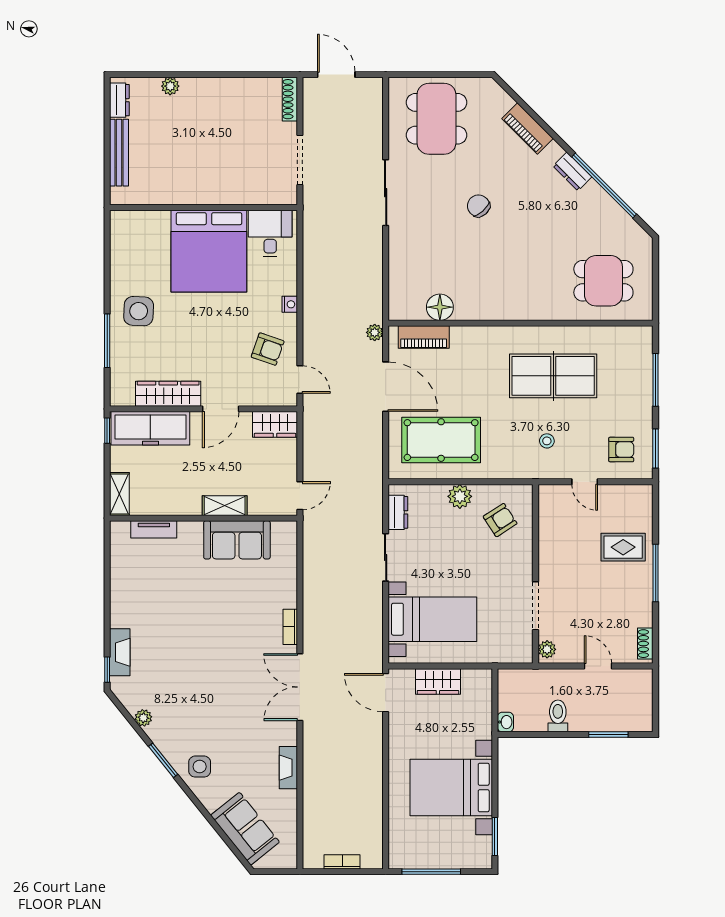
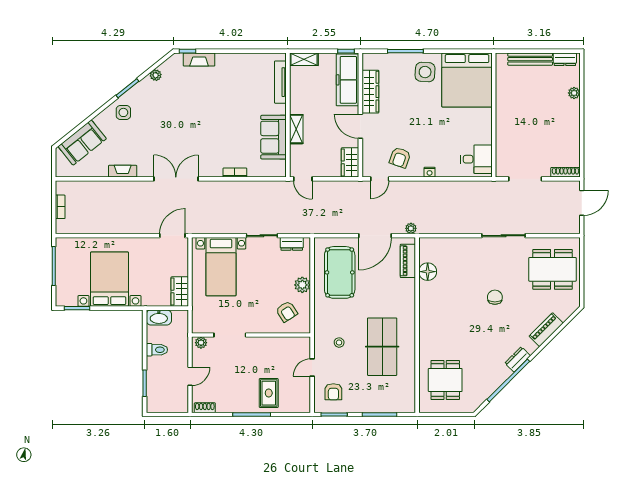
chair: (479, 206) -> (495, 297), turned -48
bed: (209, 251) -> (467, 80), moved, turned -90
tv unit: (154, 529) -> (280, 82), width x1.41
bookcase: (290, 627) -> (235, 173), moved
wardrobe: (438, 681) -> (180, 292), moved
washbasin: (505, 722) -> (159, 317), width x1.91, depth x1.45

